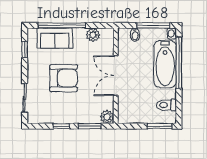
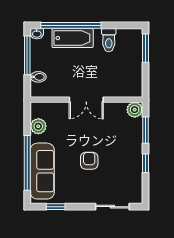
sofa: (55, 38) -> (42, 171), width x1.36
bathtub: (165, 64) -> (73, 38), width x0.73, depth x0.73
double door: (116, 76) -> (86, 100), width x0.73
armchair: (64, 78) -> (89, 161), width x0.53, depth x0.53
toilet: (166, 105) -> (109, 40), moved

